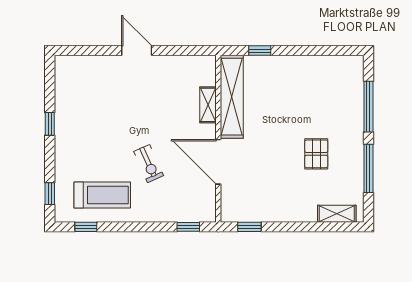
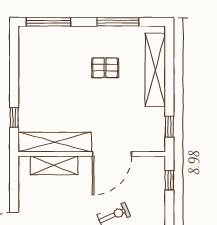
shelving: (208, 105) -> (54, 165), width x1.50, depth x1.33
window: (368, 107) -> (49, 22), moved
shelving: (337, 214) -> (155, 70), width x2.20, depth x1.33

